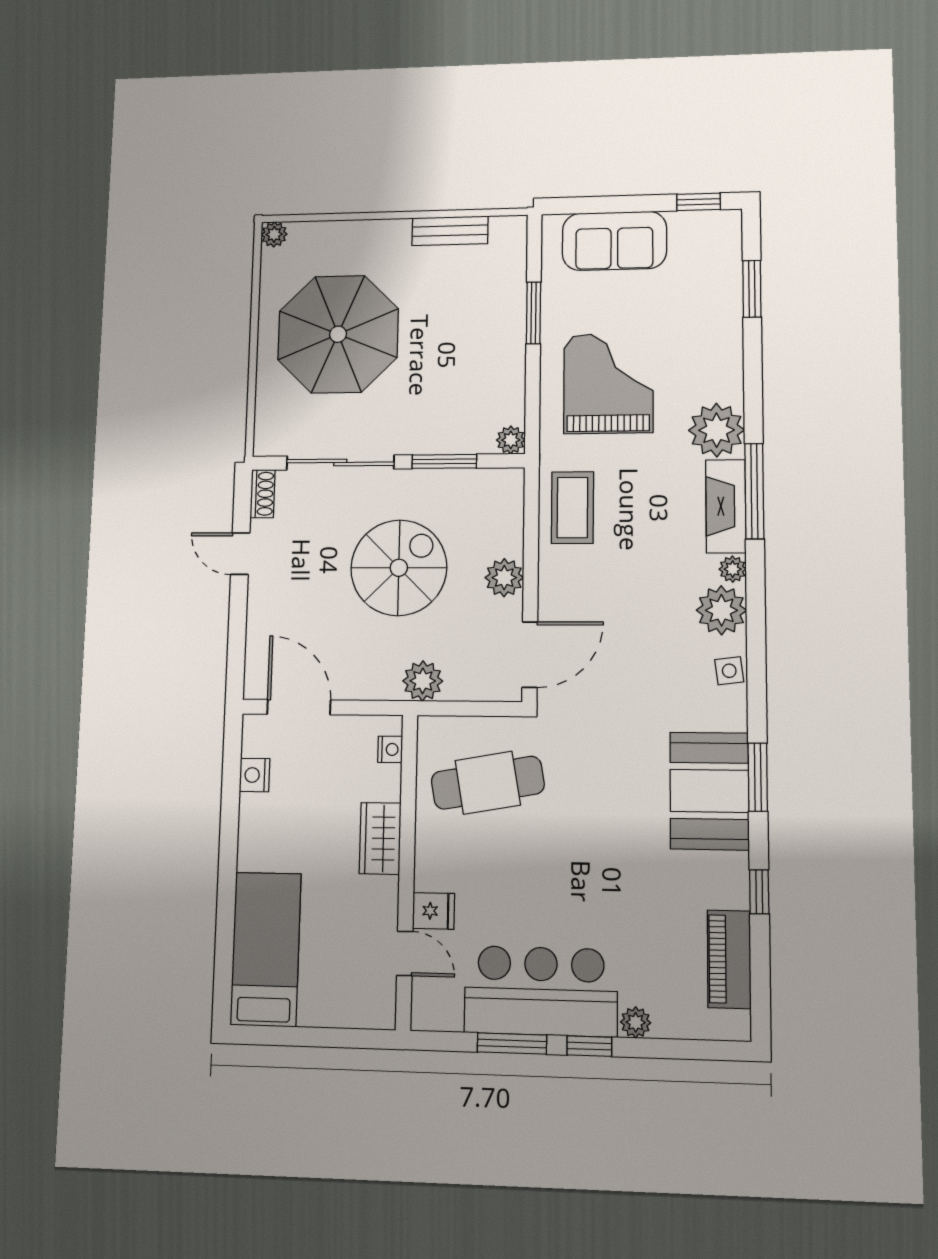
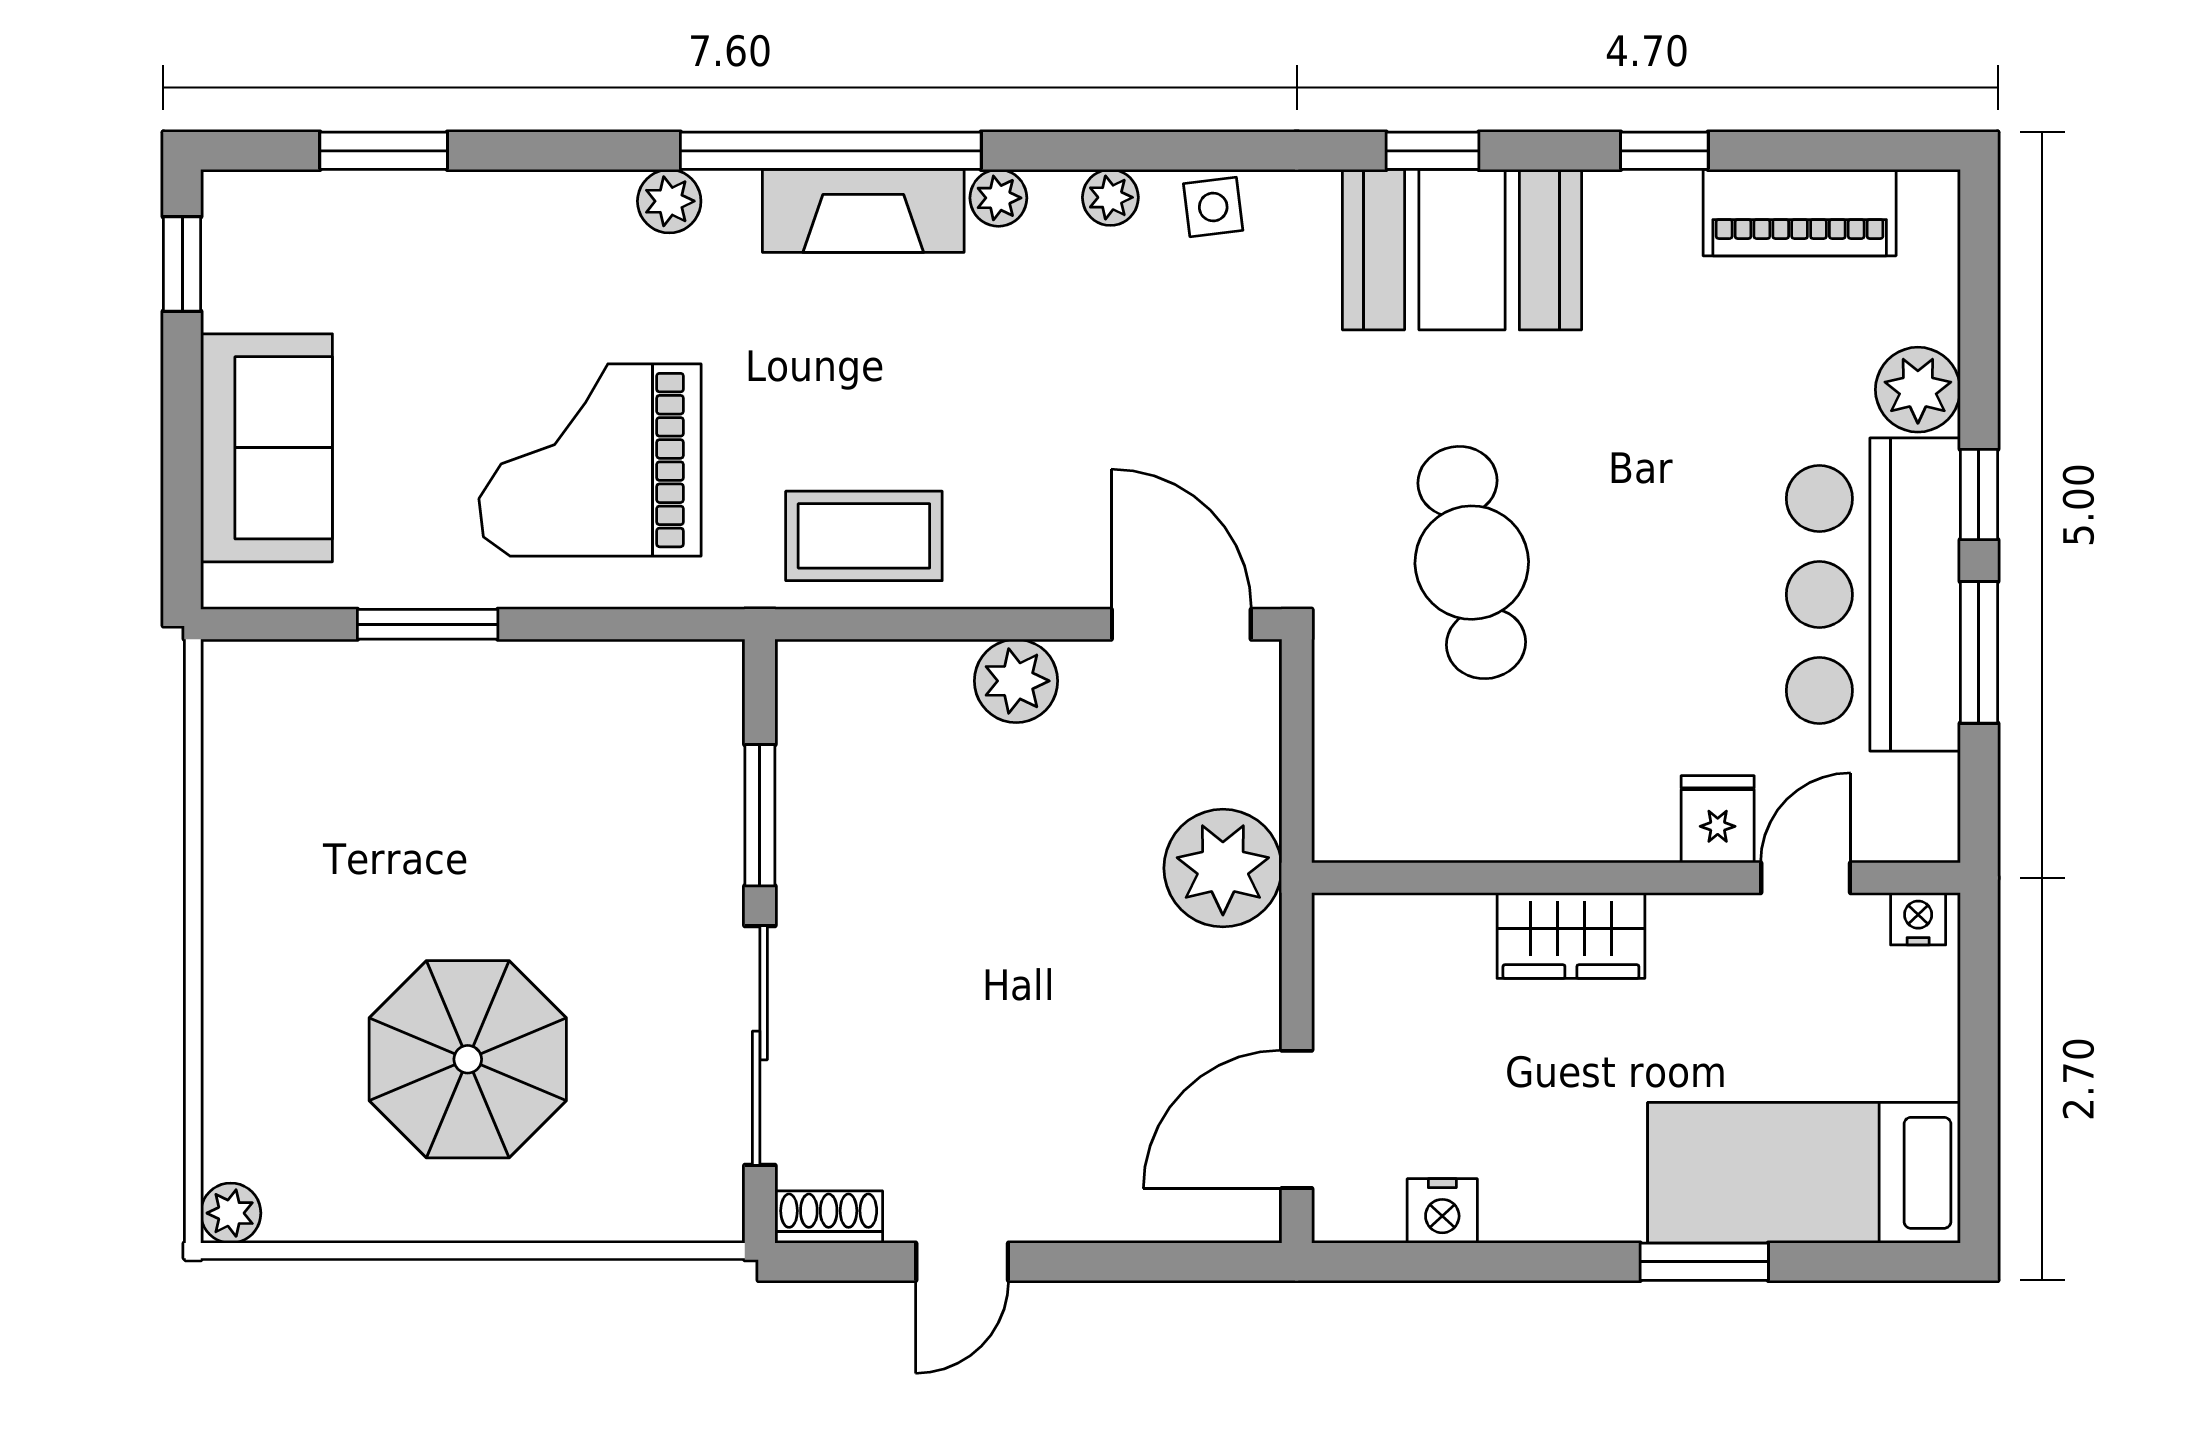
bench: (450, 231) -> (233, 813), removed
parasol: (338, 334) -> (468, 1059), width x0.73, depth x0.73
plant: (717, 430) -> (669, 201), width x0.53, depth x0.53
plant: (511, 440) -> (714, 671), removed
window: (754, 491) -> (831, 151), width x1.46
spiral stairs: (399, 568) -> (994, 910), removed
plant: (721, 610) -> (1110, 197), width x0.53, depth x0.53
plant: (423, 681) -> (1223, 868), width x1.36, depth x1.36
nightstand: (390, 749) -> (1918, 919), moved
window: (758, 777) -> (1433, 151), width x0.67
cafe table: (488, 783) -> (1472, 563), moved
window: (226, 900) -> (1704, 1262), added
plant: (636, 1022) -> (1918, 390), width x1.38, depth x1.38

